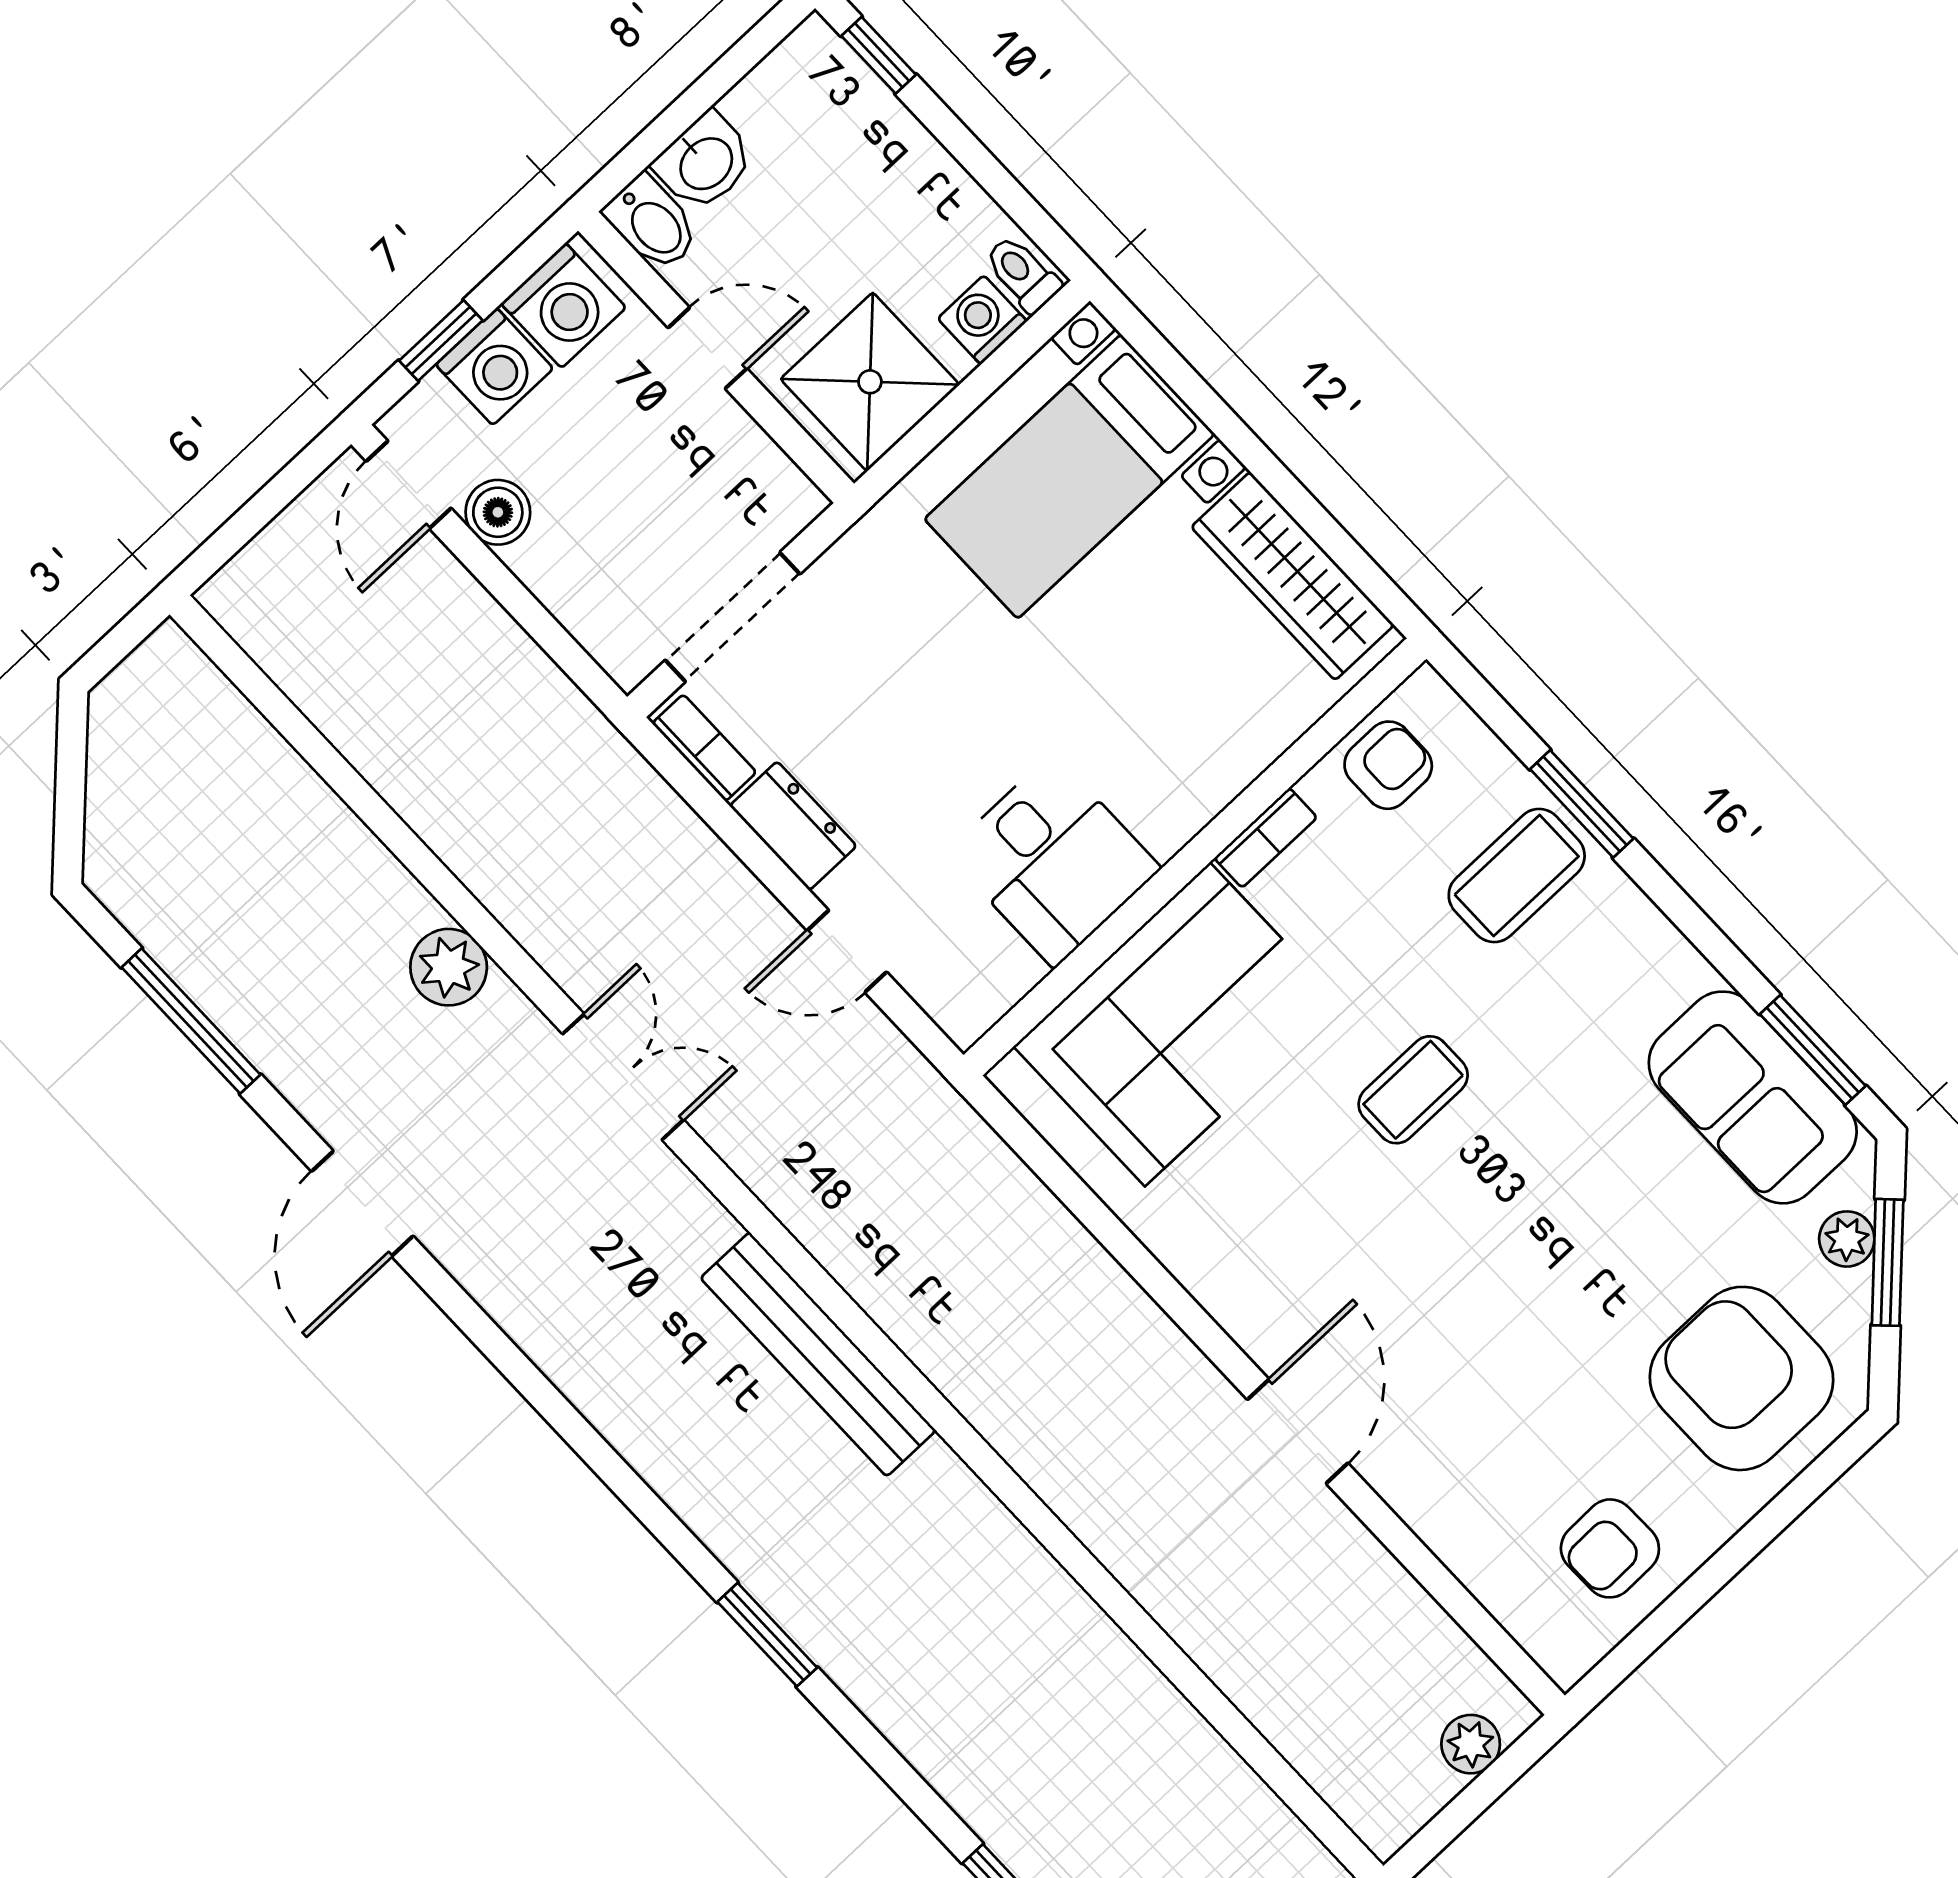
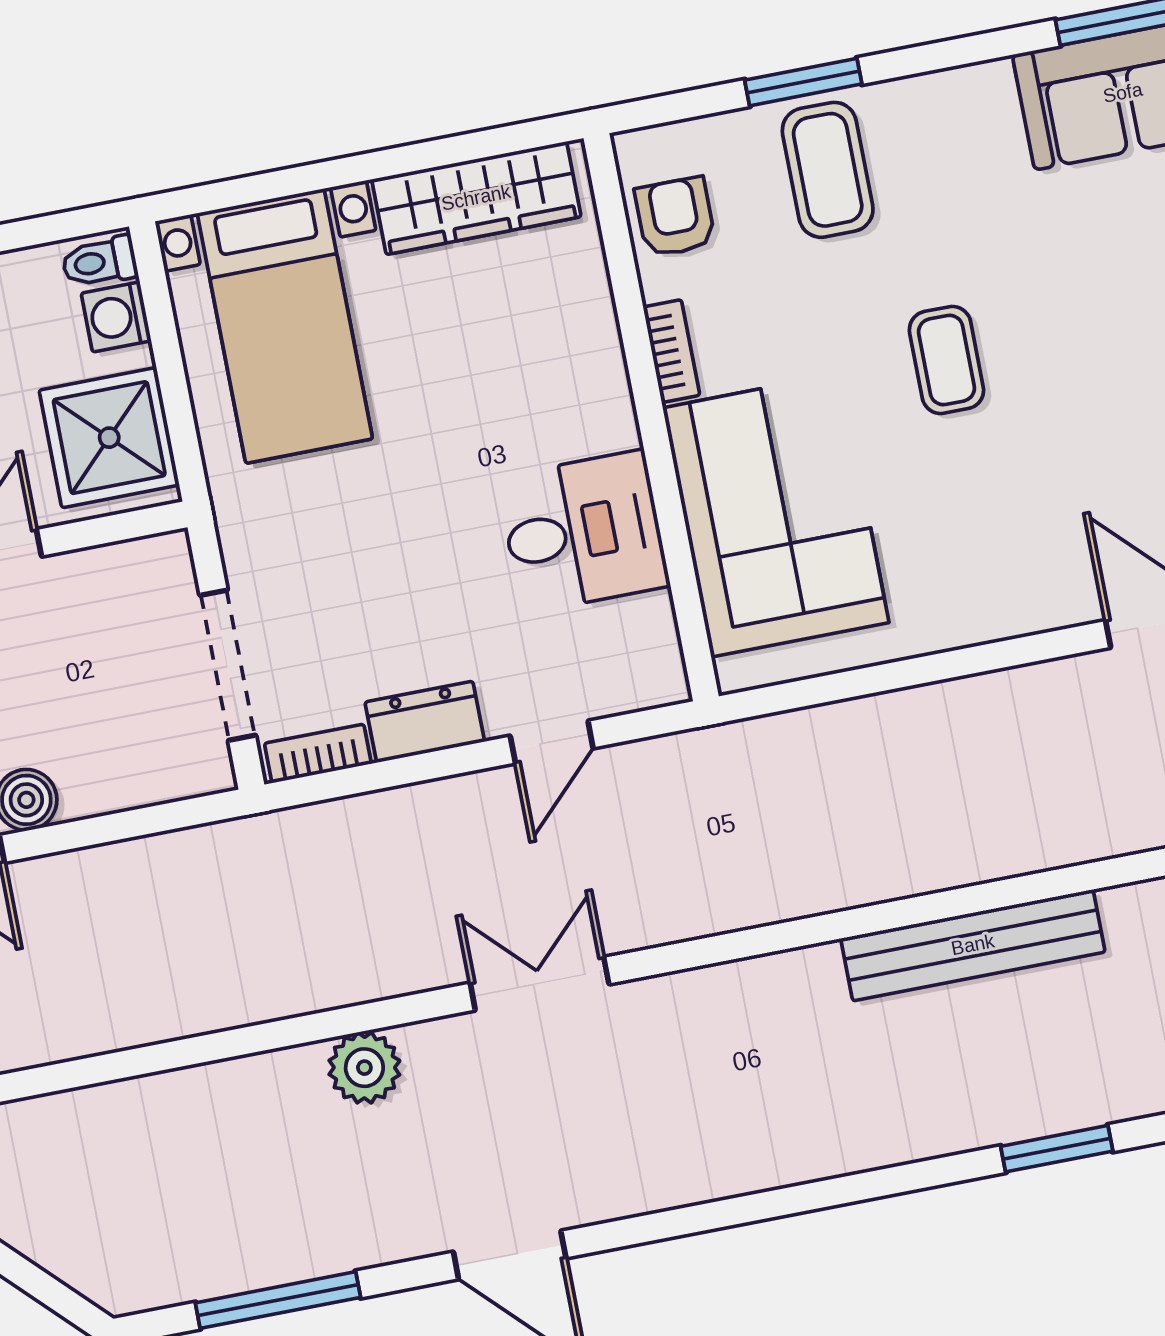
bench: (818, 1354) -> (973, 945), moved

